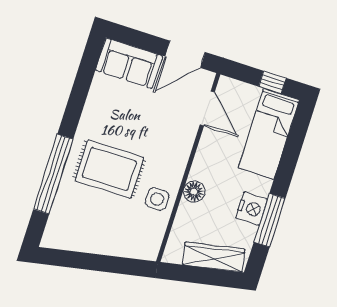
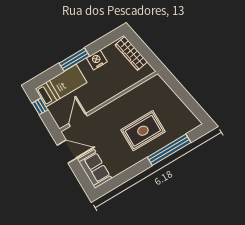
rug: (109, 169) -> (143, 131), turned 90
floor lamp: (194, 192) -> (115, 89), removed
side table: (157, 199) -> (134, 100), removed
window: (270, 220) -> (74, 60), moved

